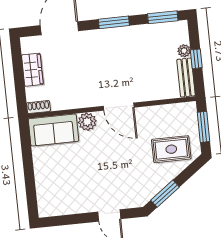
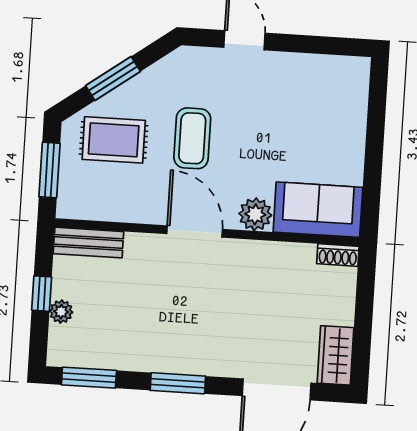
wardrobe: (32, 70) -> (336, 355), moved
bench: (186, 78) -> (88, 243), moved, turned 90
coffee table: (129, 157) -> (192, 138), added
window: (165, 194) -> (113, 78), moved

